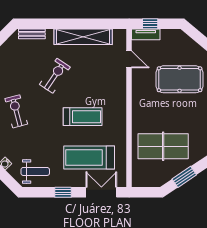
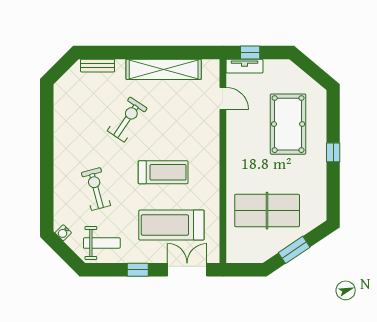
pool table: (180, 79) -> (288, 124), turned 90
exercise bike: (16, 111) -> (96, 189), moved

